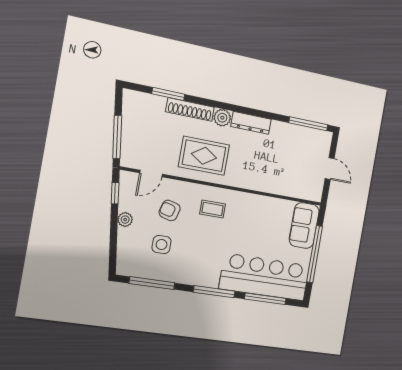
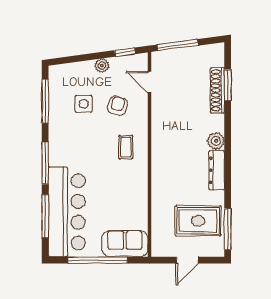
shoe rack: (190, 109) -> (217, 90), moved
rug: (204, 156) -> (198, 221), moved, turned 90

